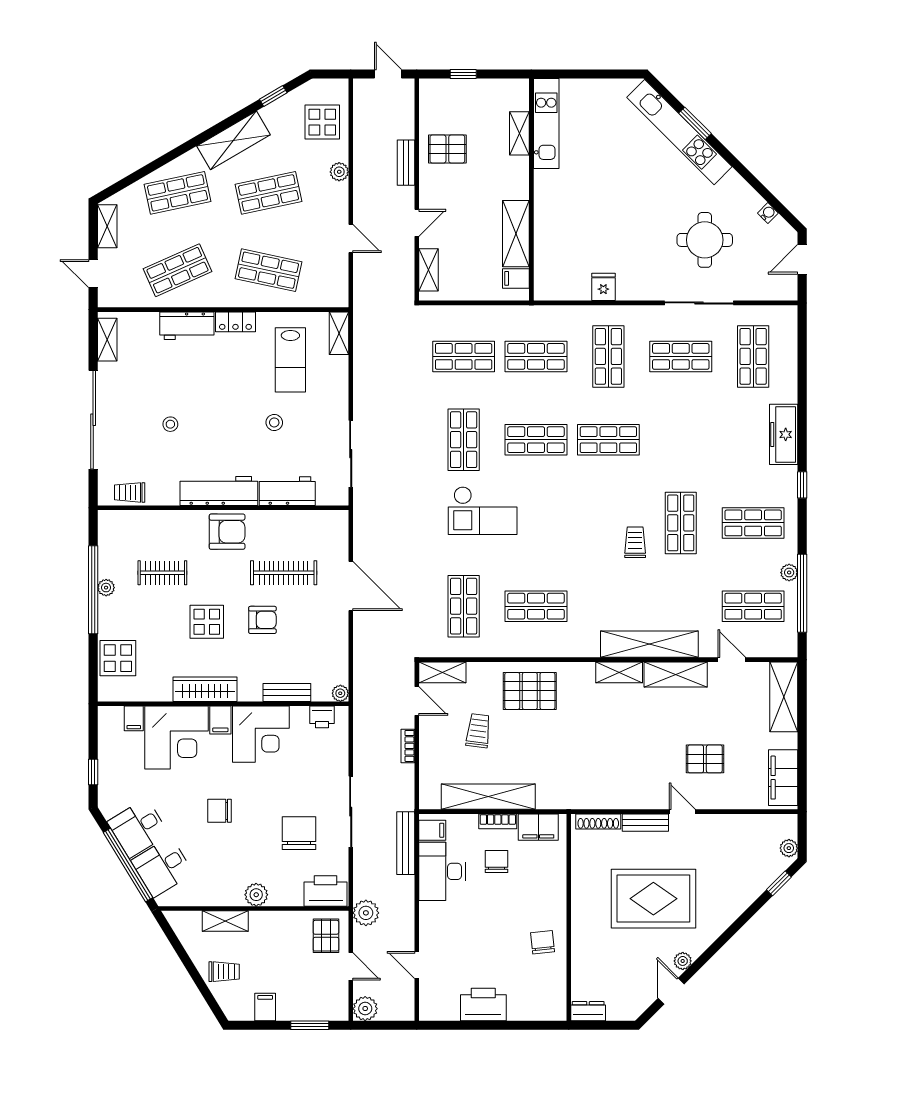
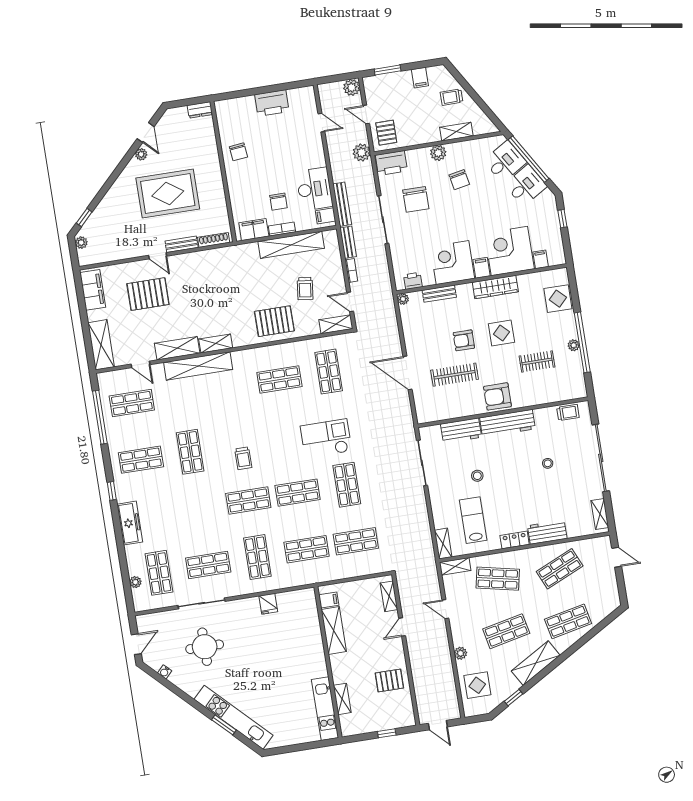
bench: (406, 163) -> (348, 242), moved
shelving: (107, 226) -> (455, 566), moved, turned 90
trolley: (635, 542) -> (243, 458), moved
plant: (789, 573) -> (135, 582), moved
pallet: (705, 759) -> (148, 294), width x1.50, depth x1.42
chair: (220, 811) -> (459, 180), moved, turned 79

